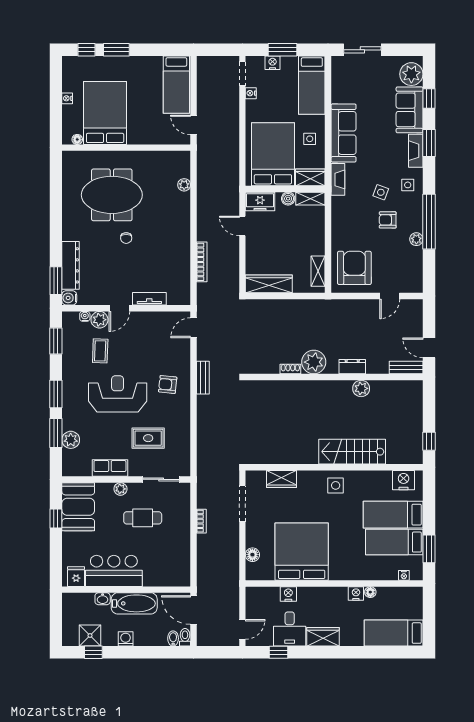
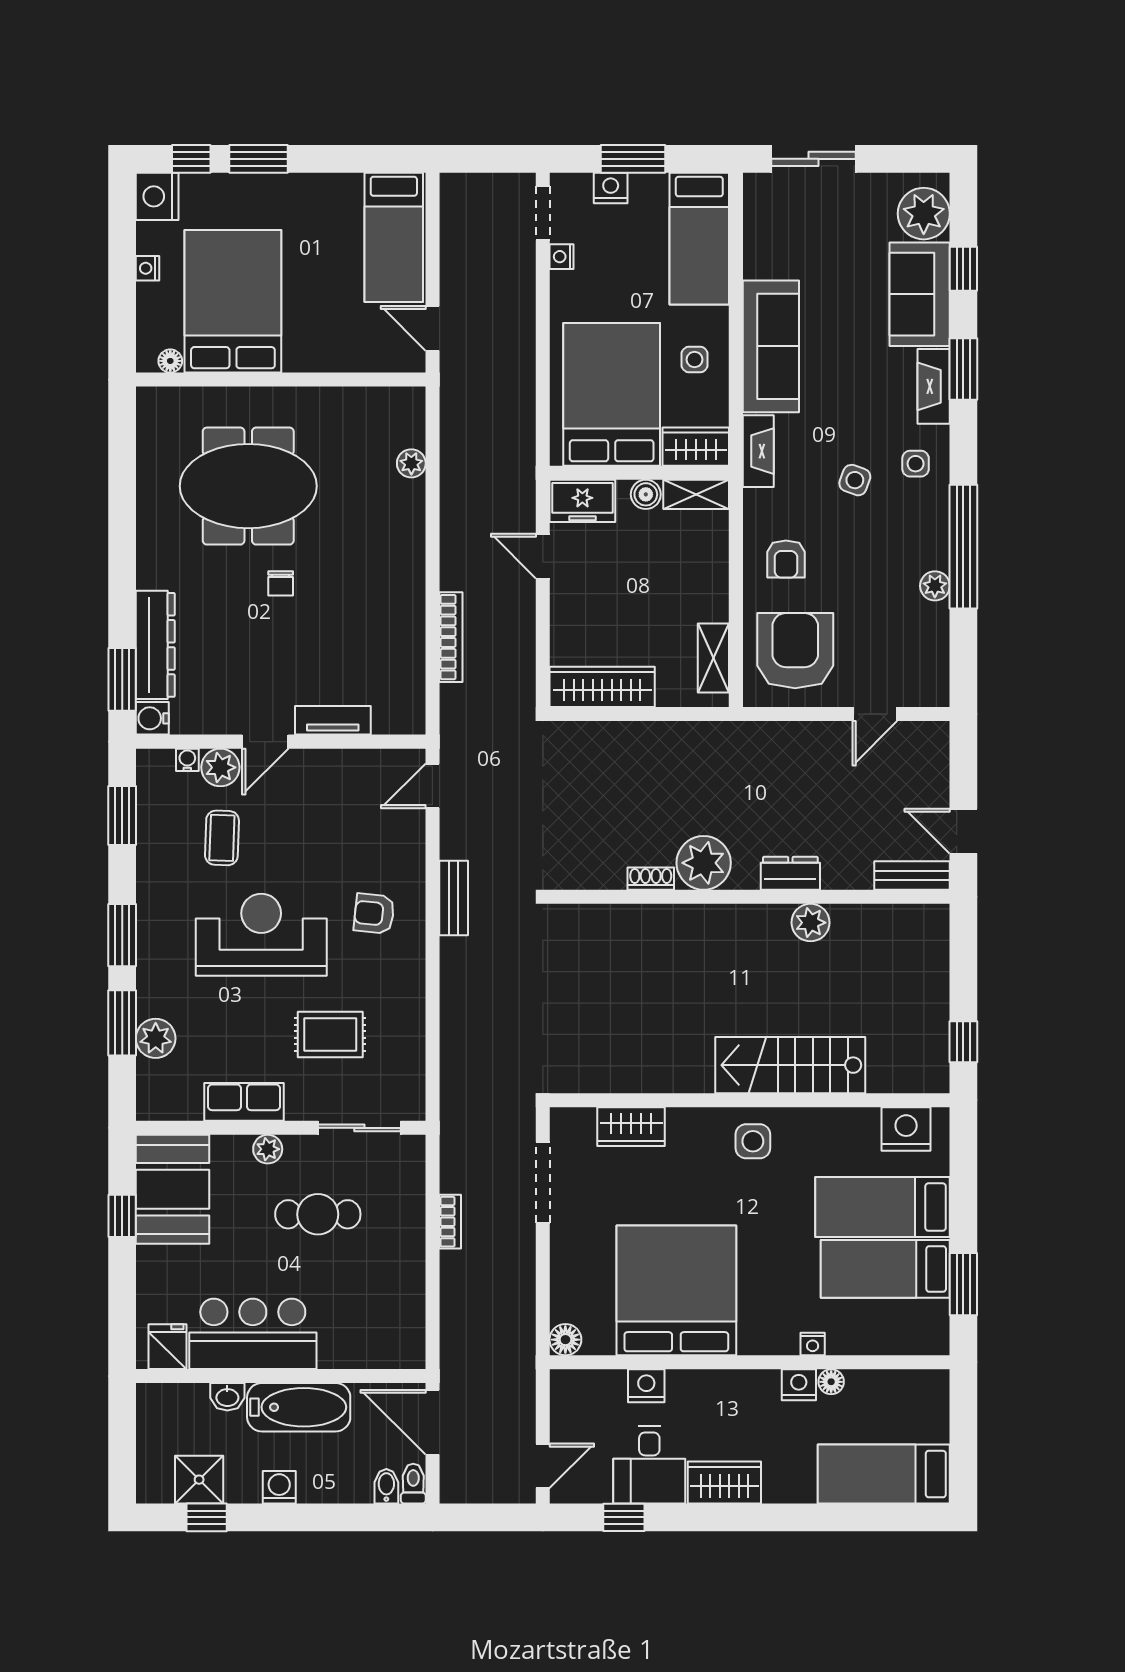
nightstand: (71, 66) -> (157, 196), added
armchair: (388, 220) -> (786, 559), moved, turned -90
floor lamp: (252, 555) -> (565, 1340), moved
nightstand: (404, 575) -> (813, 1344), moved

